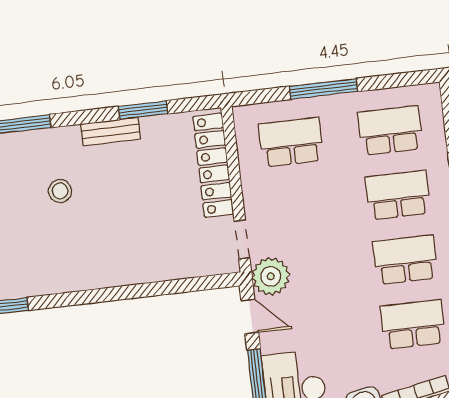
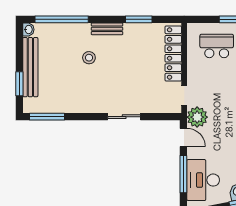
bench: (110, 132) -> (107, 29), moved
sliding door: (137, 291) -> (124, 117), added

